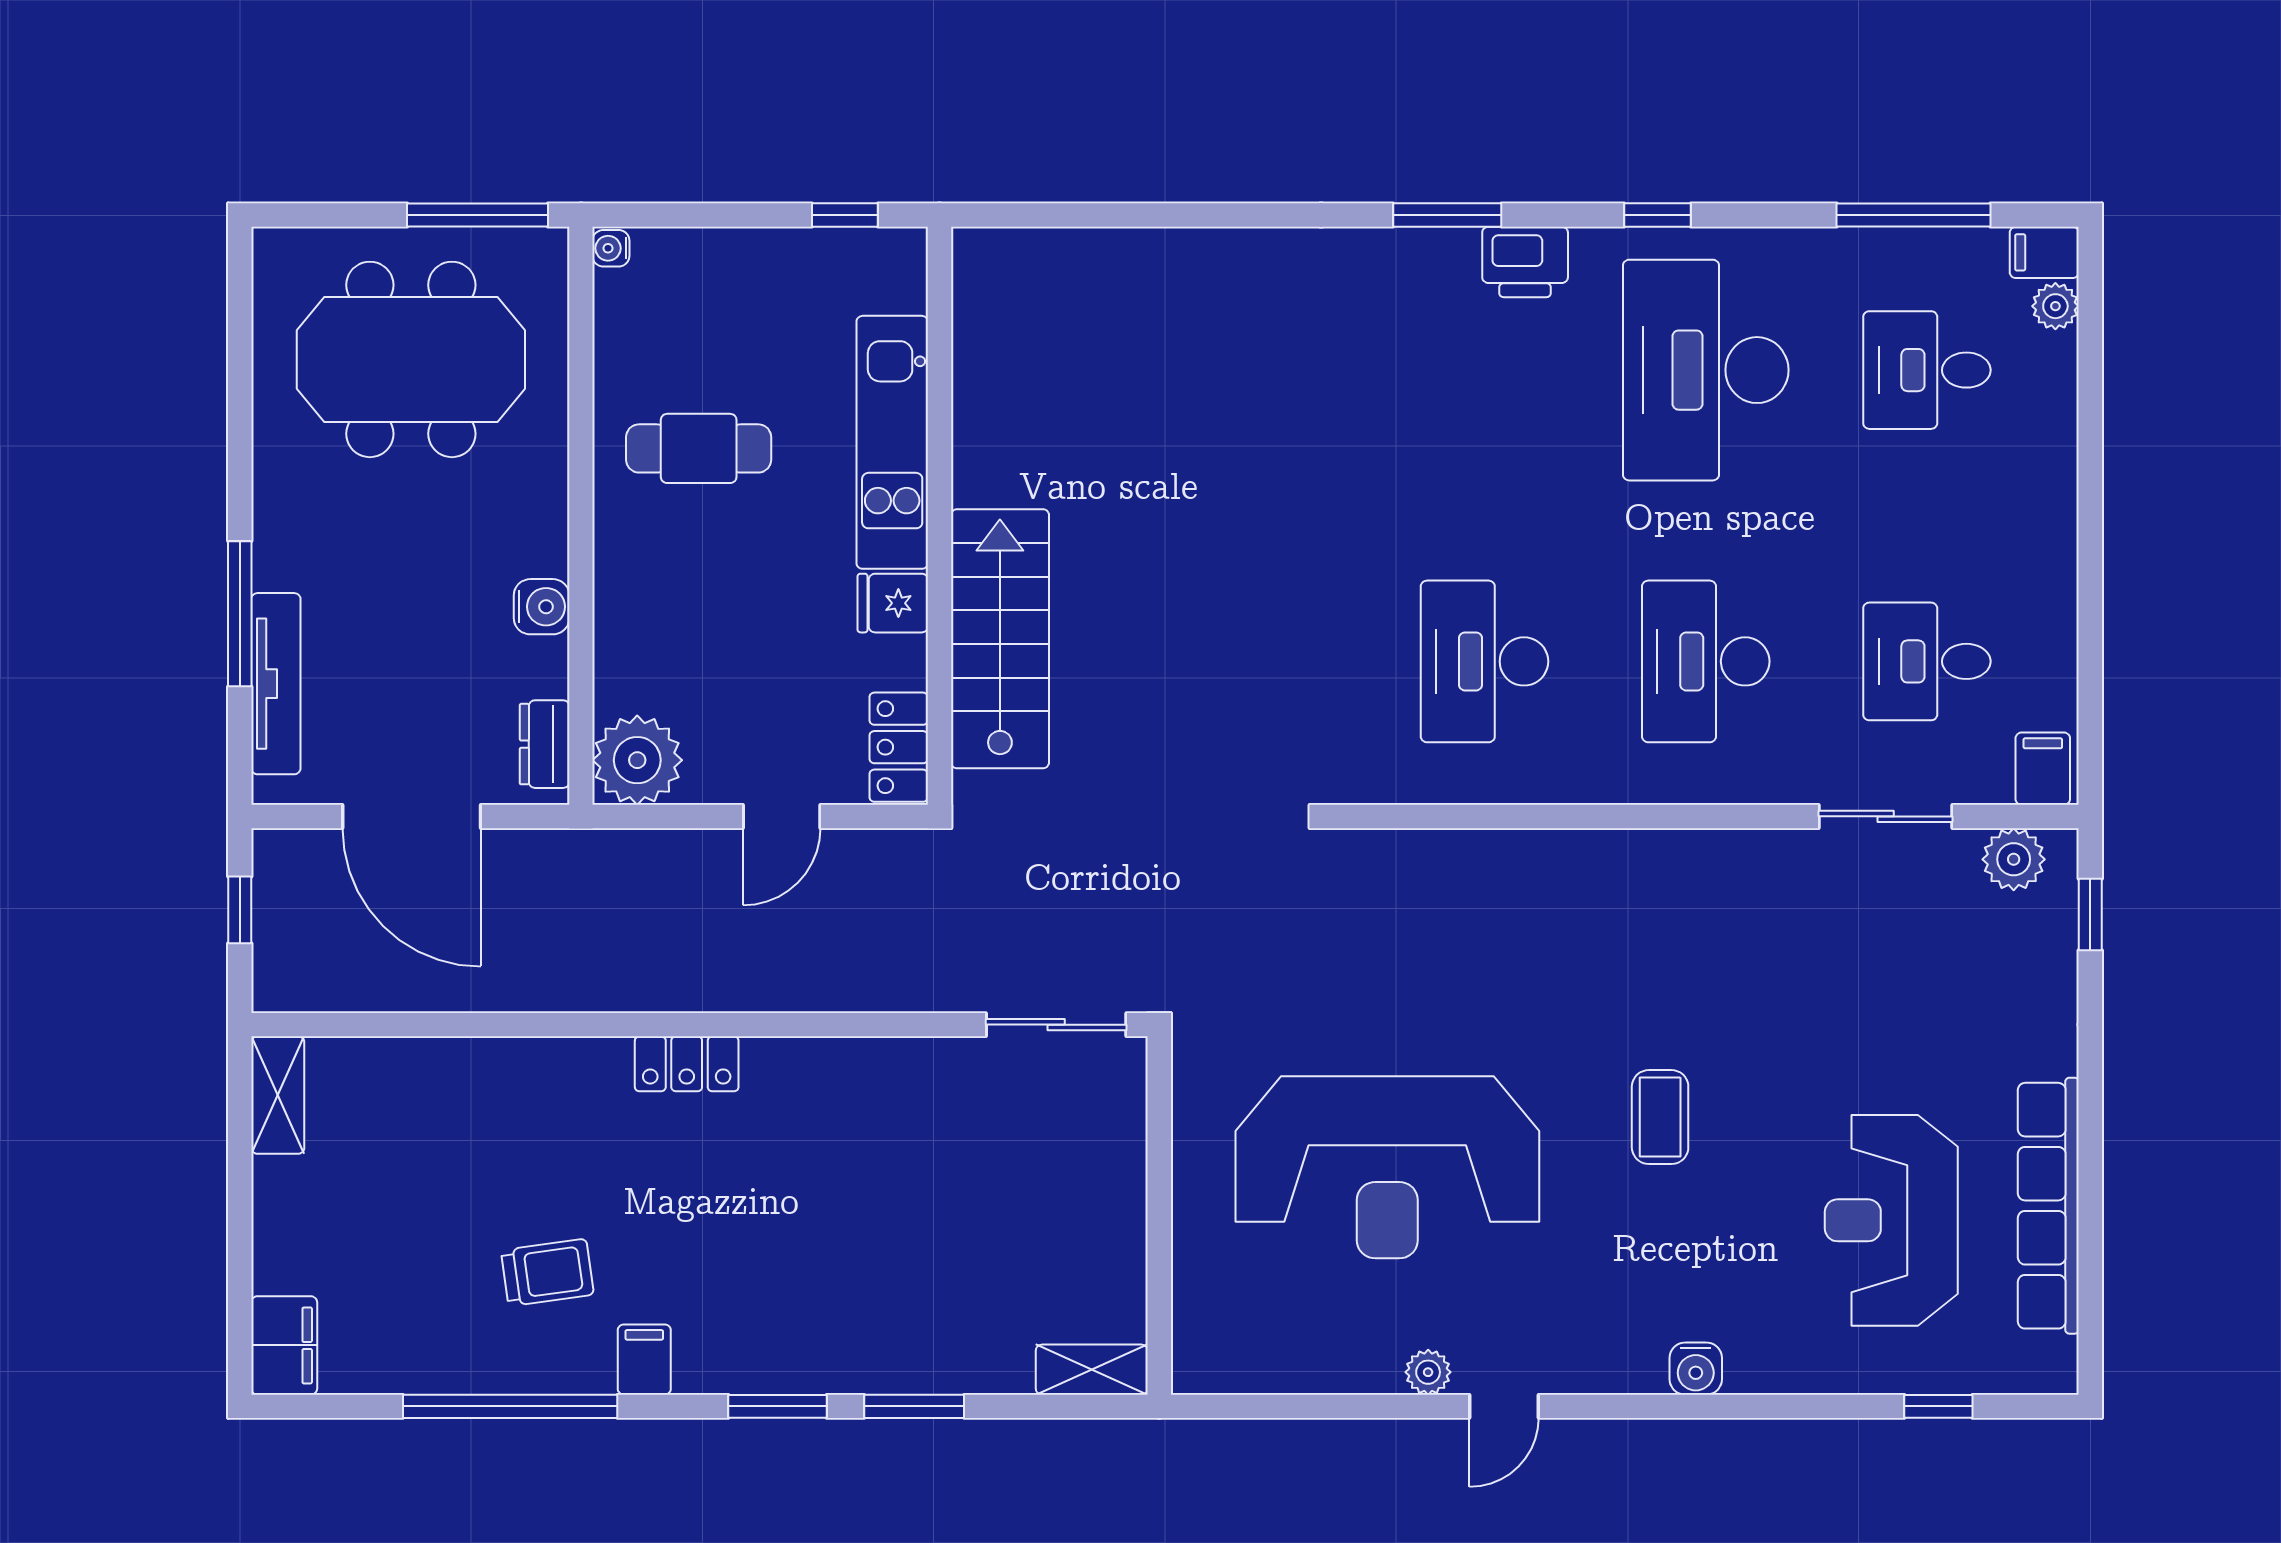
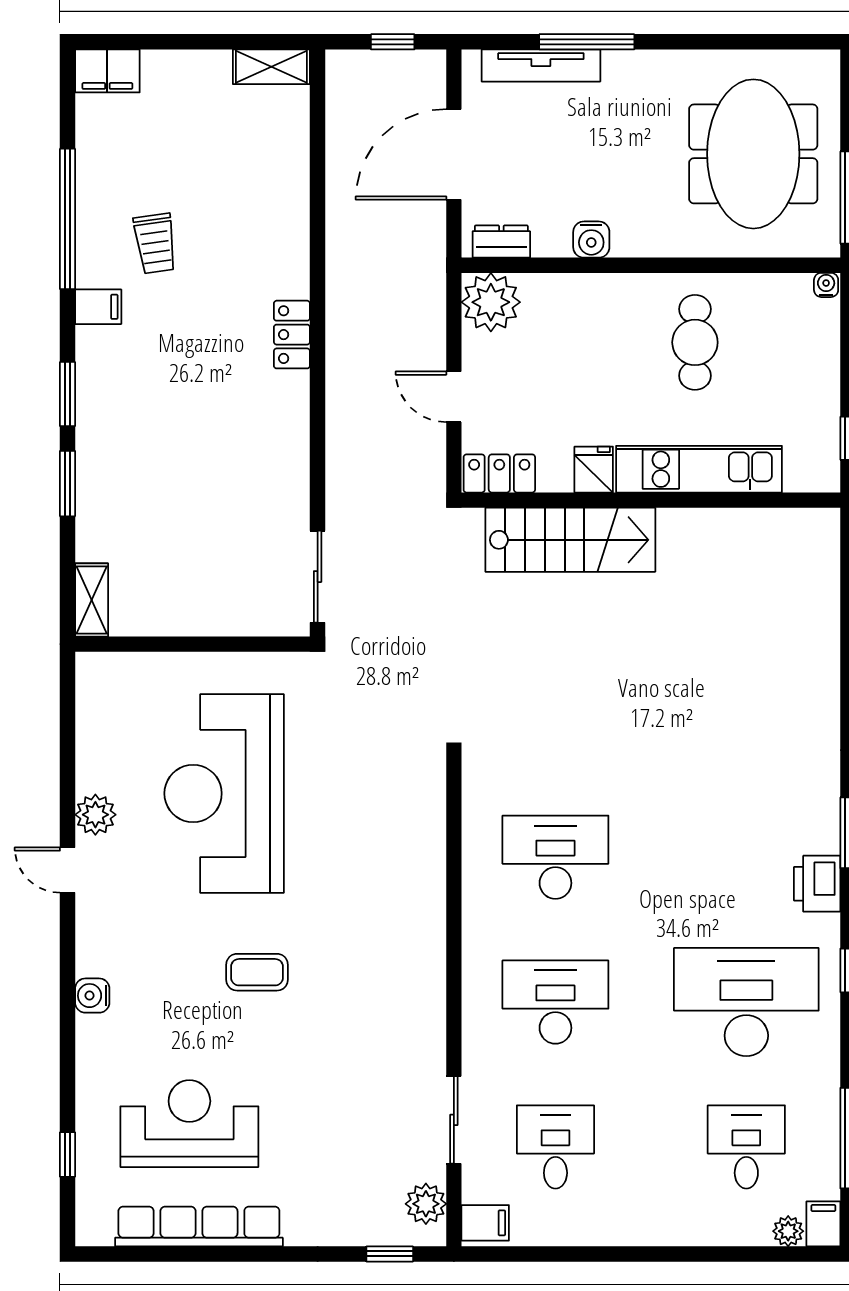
plant: (1428, 1372) -> (95, 815), width x1.38, depth x1.38

